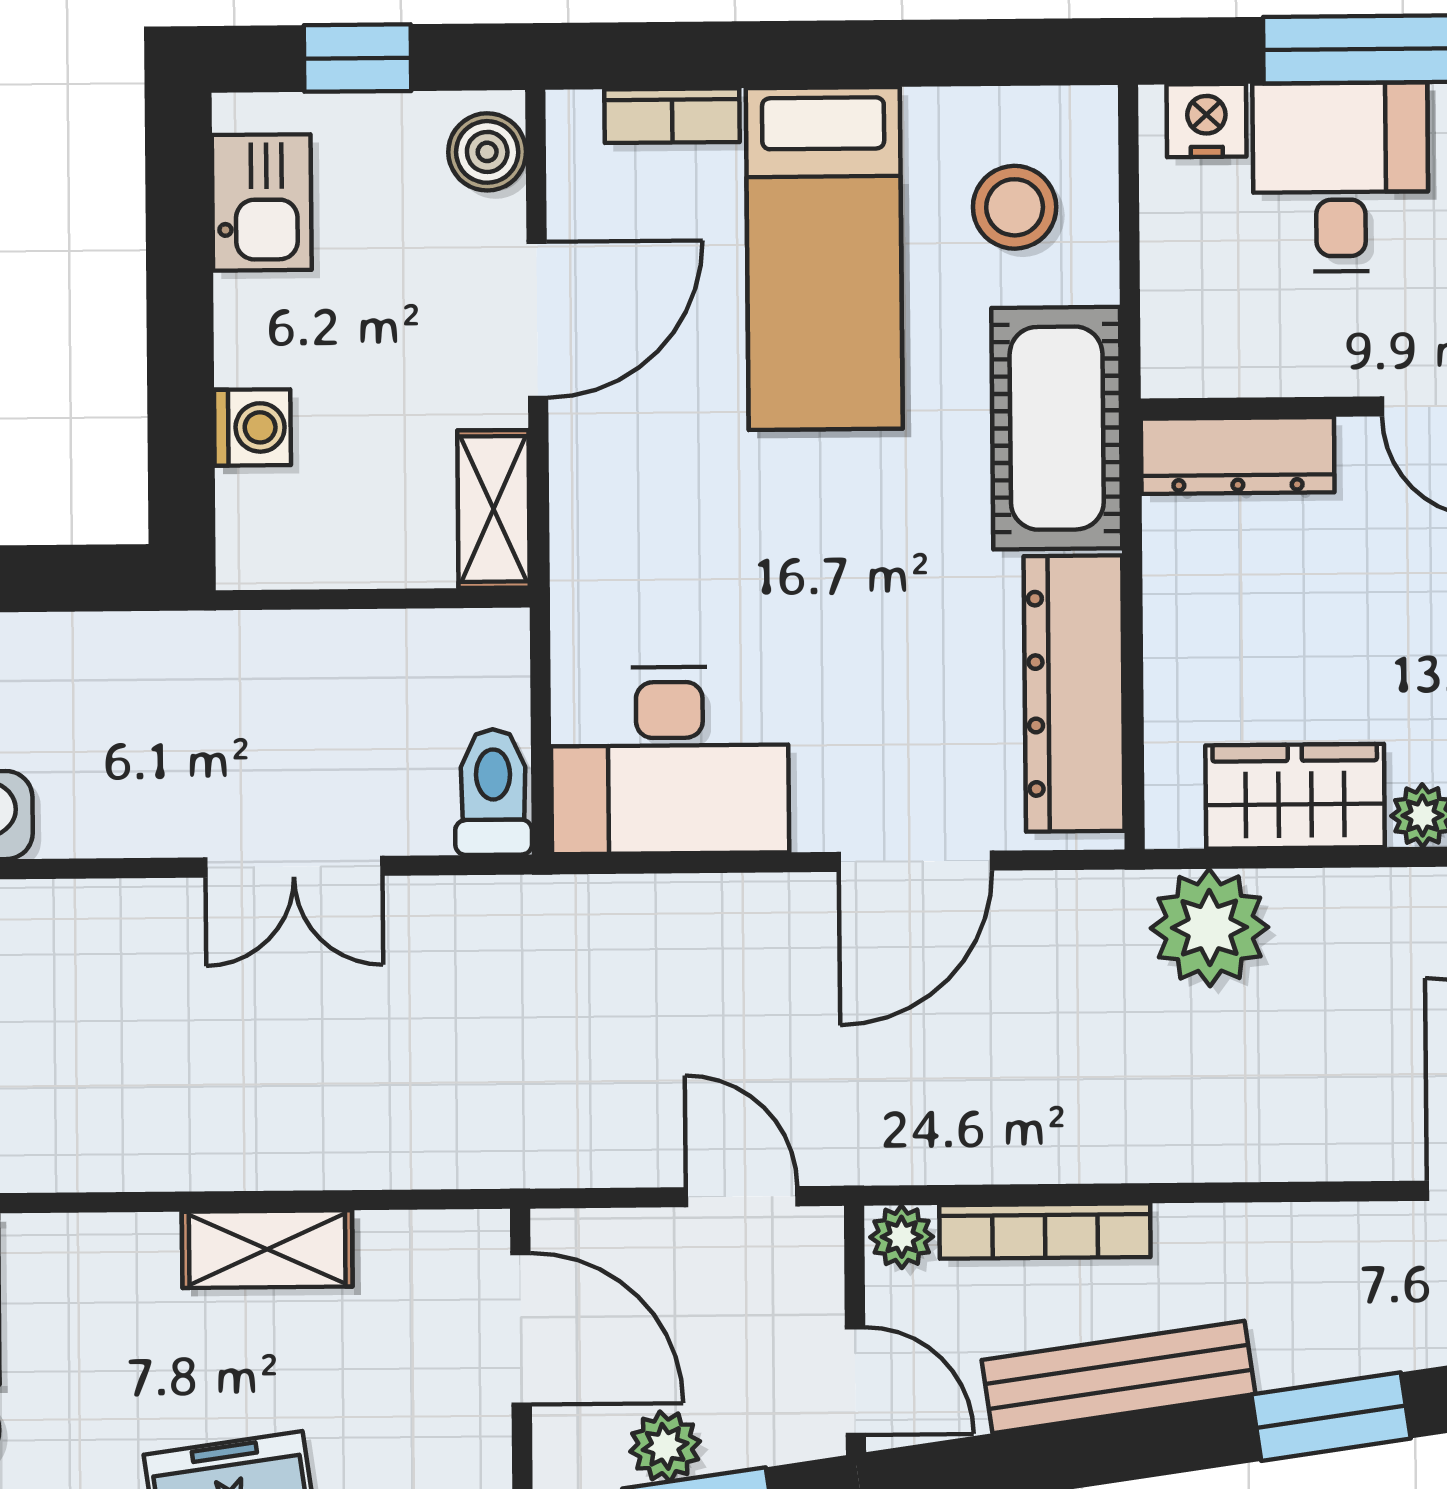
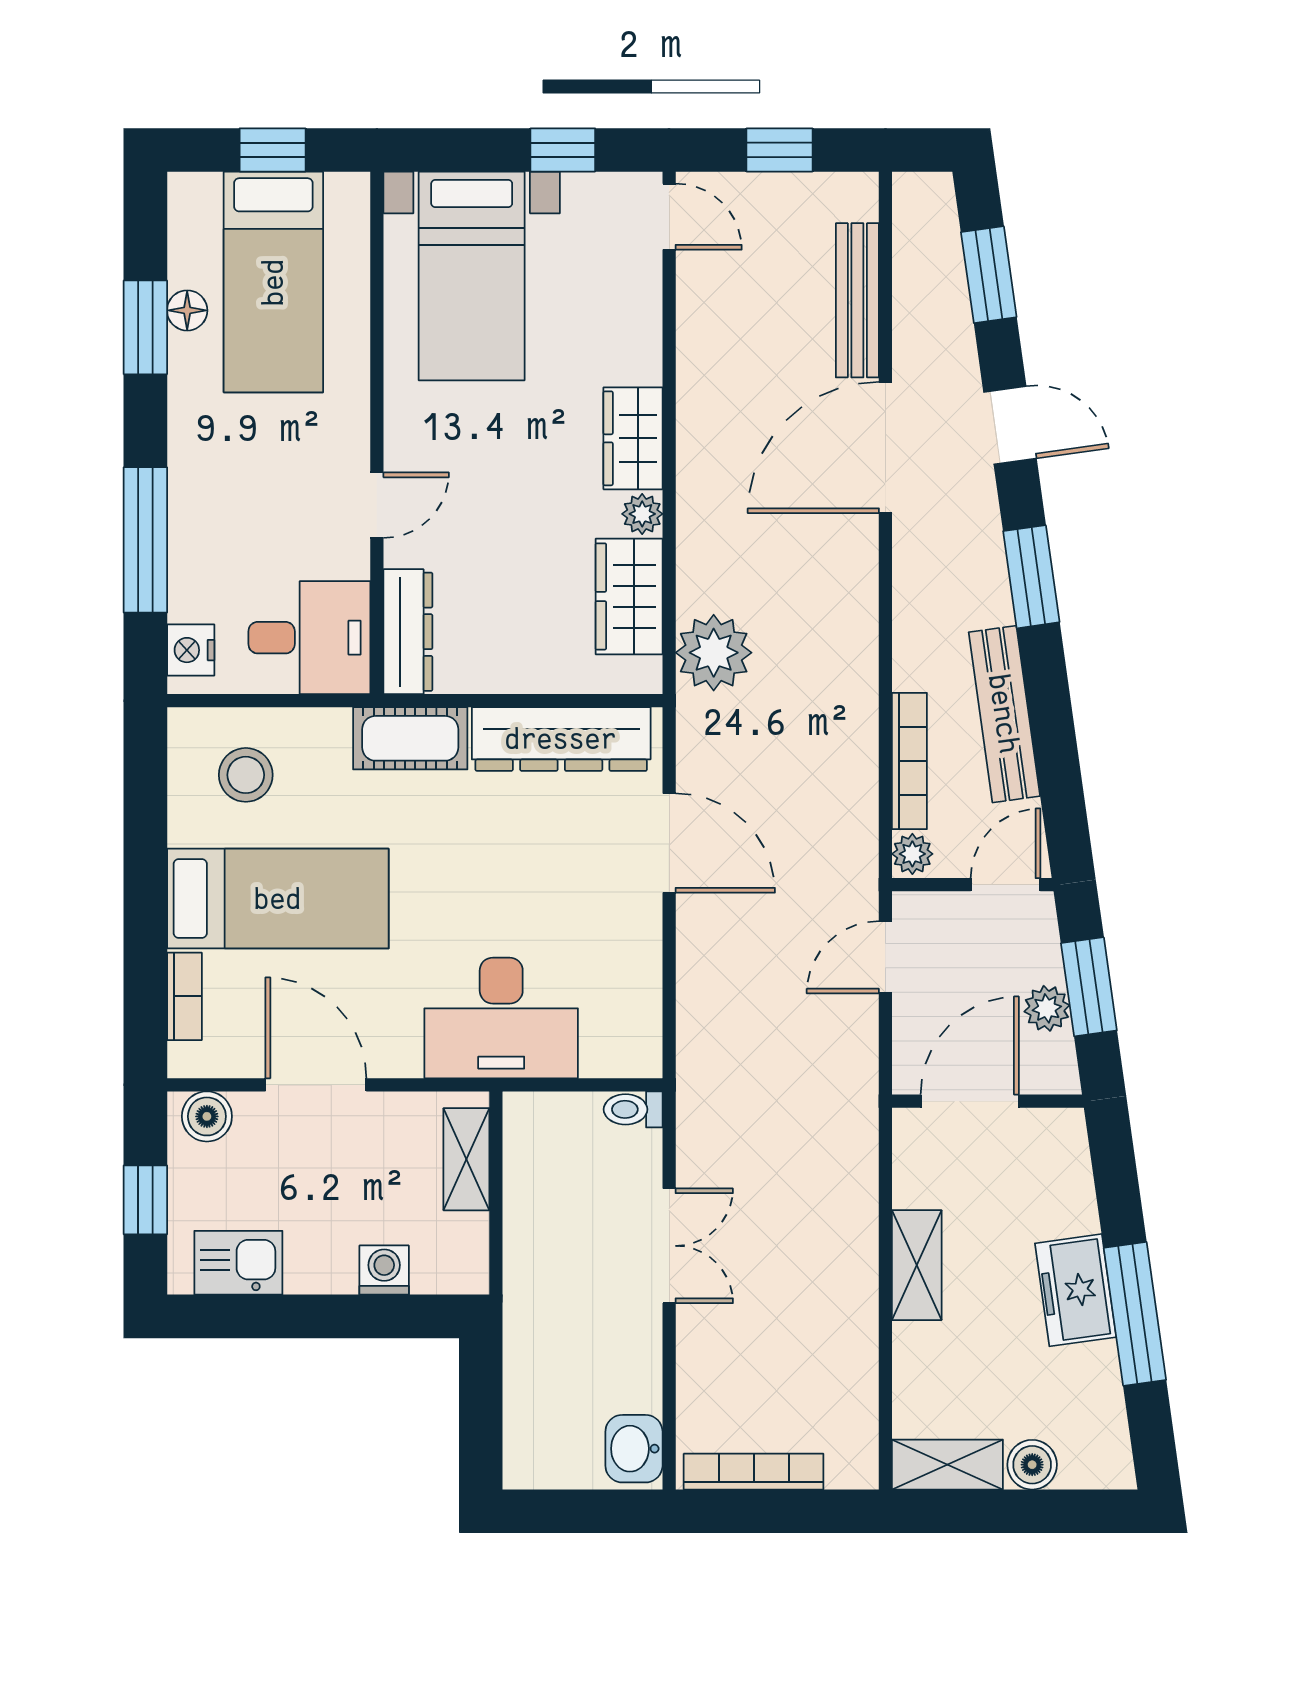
desk: (1341, 177) -> (309, 638), moved, turned 180
cot: (1057, 428) -> (410, 738), width x0.73, depth x0.75
shelving: (493, 509) -> (466, 1159), moved, turned 90
desk: (670, 760) -> (501, 1018), moved, turned 90
toilet: (493, 792) -> (633, 1109), width x0.73, depth x0.72

